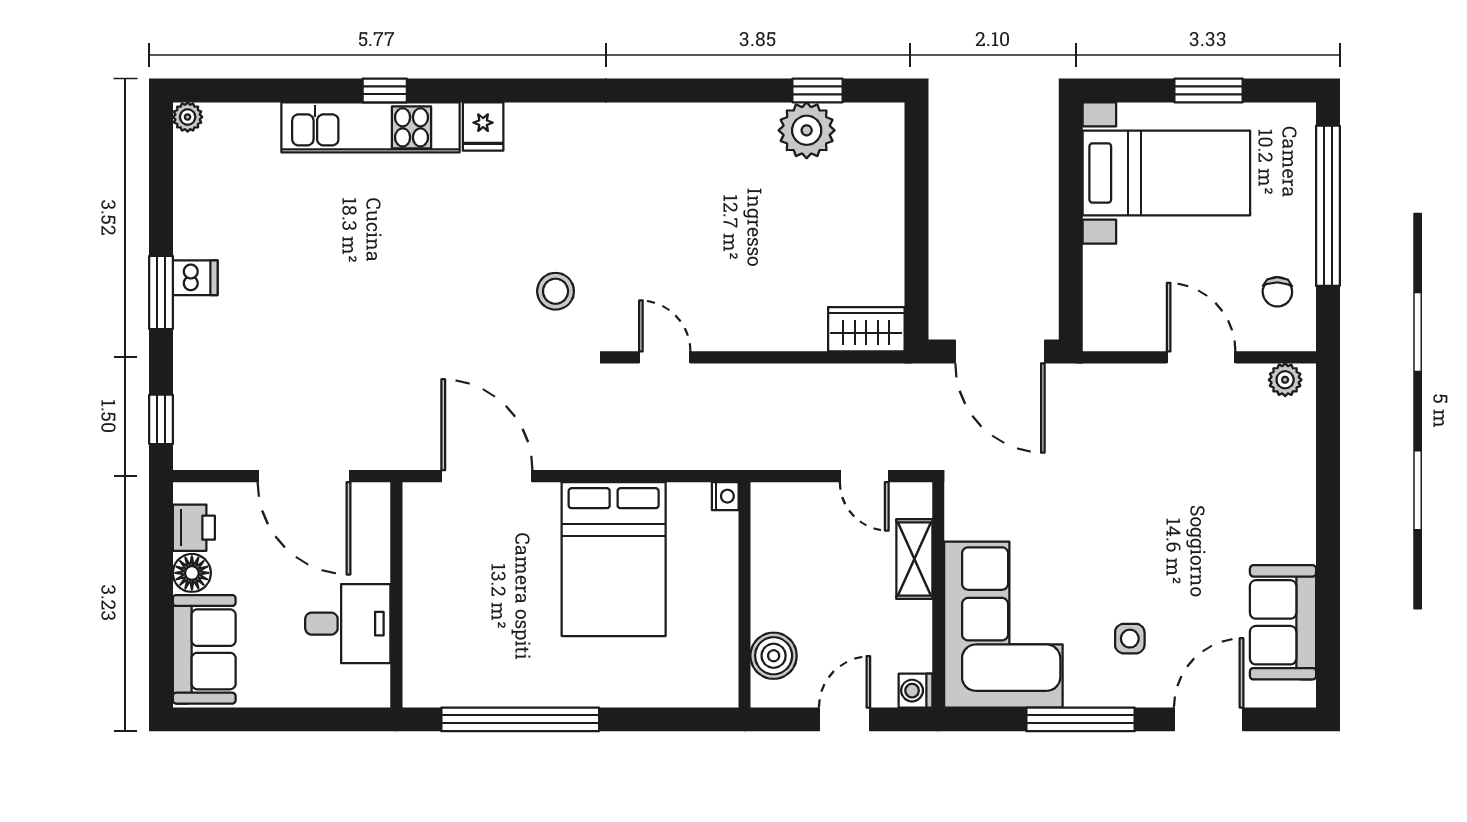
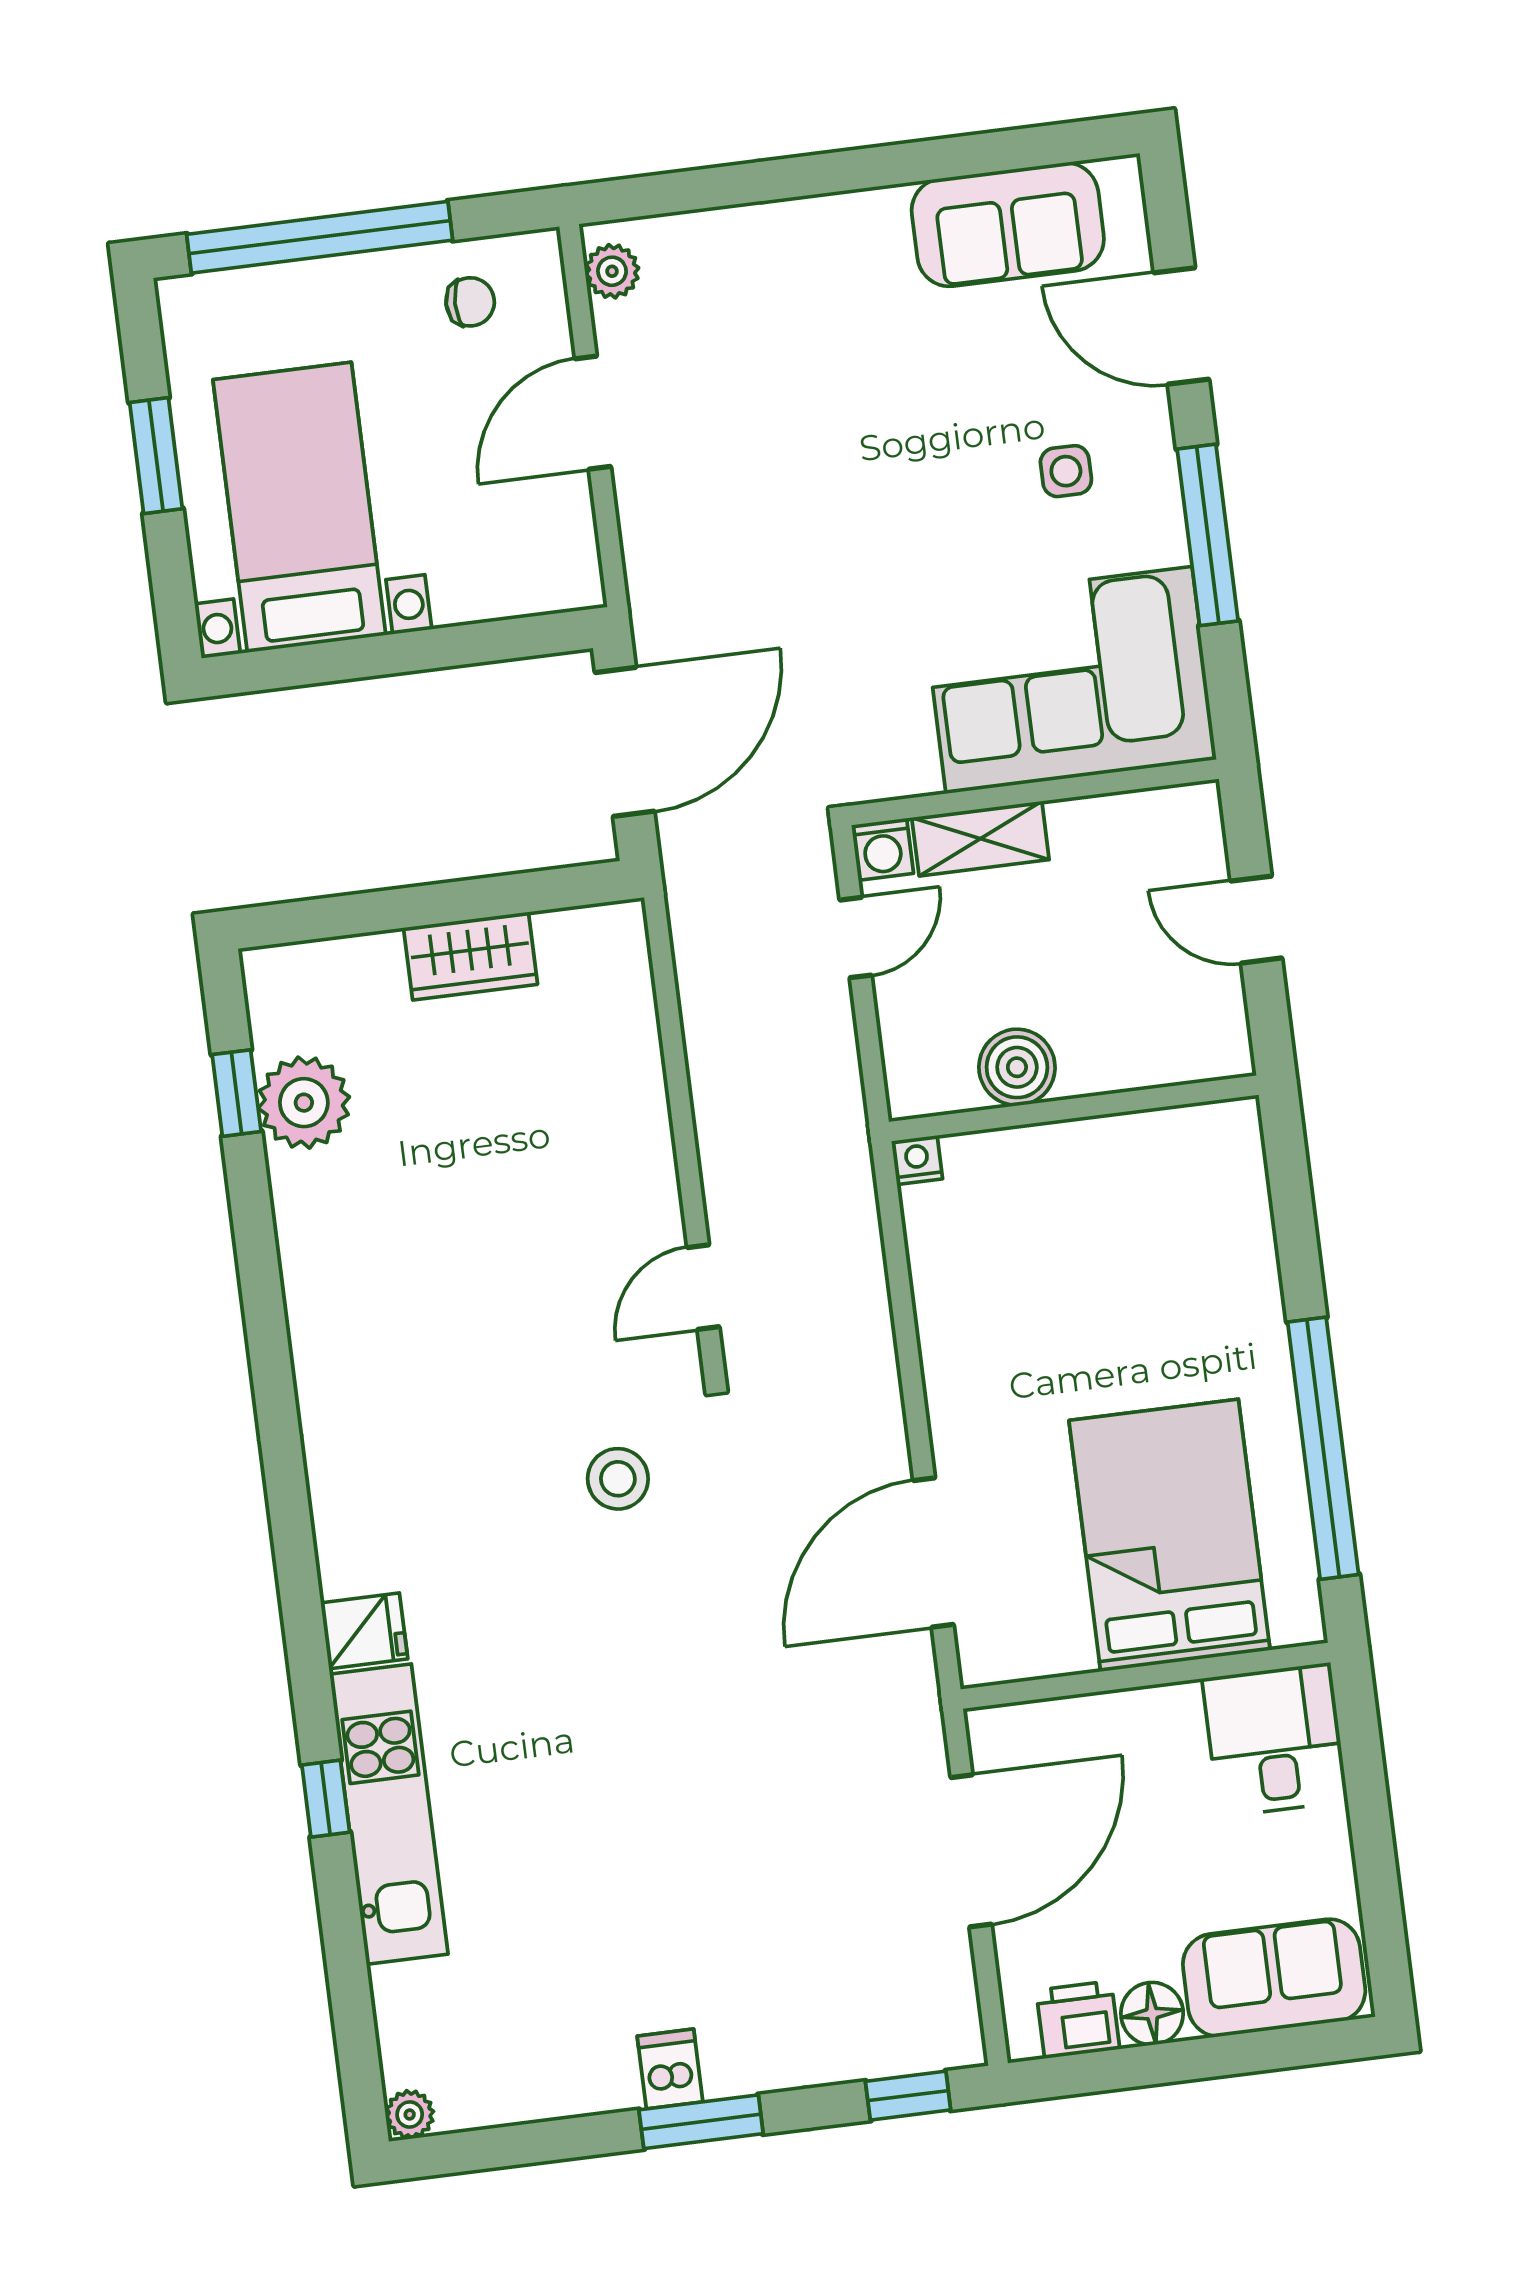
wardrobe: (866, 329) -> (470, 956), moved, turned -90
bed: (614, 559) -> (1170, 1535), moved, turned -90
desk: (348, 624) -> (1275, 1740), moved
boiler: (774, 656) -> (1017, 1067), moved
washing machine: (915, 691) -> (882, 849), moved

